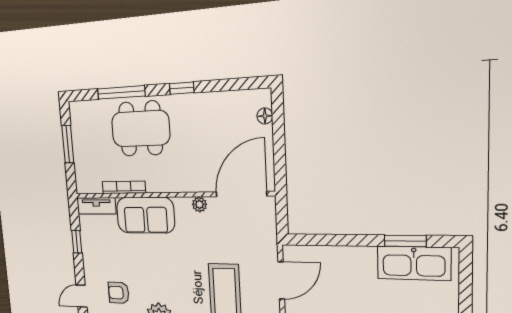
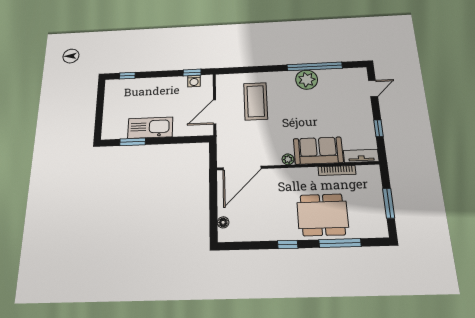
plant: (199, 204) -> (288, 159), moved
kitchen sink: (414, 263) -> (150, 128), moved
armchair: (119, 293) -> (341, 94), removed

